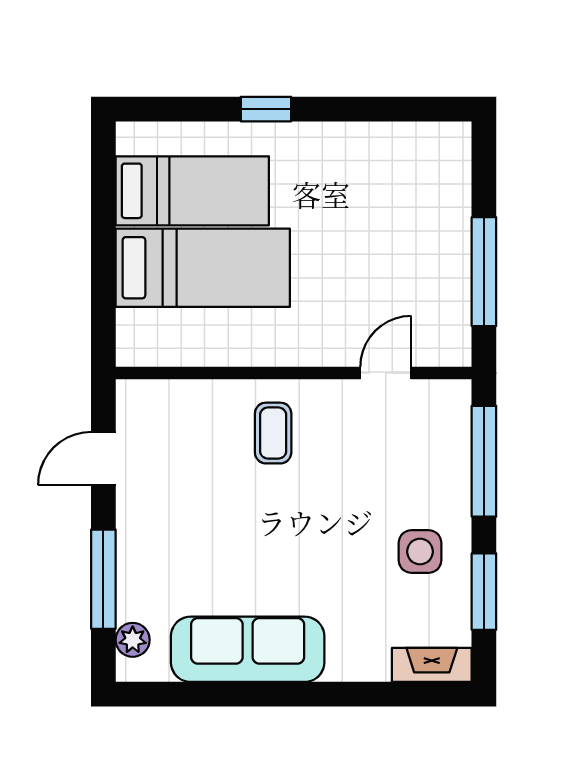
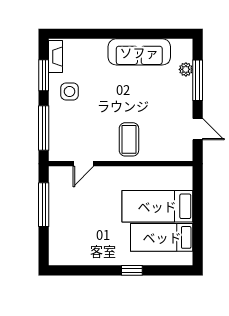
coffee table: (273, 433) -> (129, 139), width x1.36, depth x1.30
door: (103, 458) -> (198, 129), hinge flipped
plant: (133, 640) -> (186, 69), moved
fireplace: (432, 665) -> (56, 57), moved, turned -90

